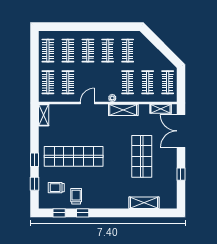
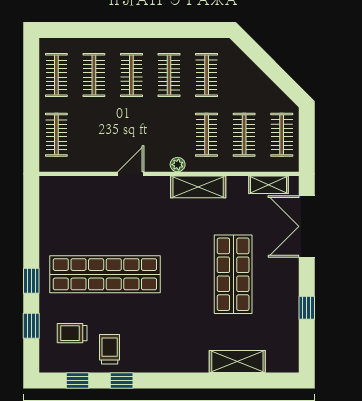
clothes rail: (68, 82) -> (94, 135), removed
shelving: (44, 115) -> (48, 196), removed

